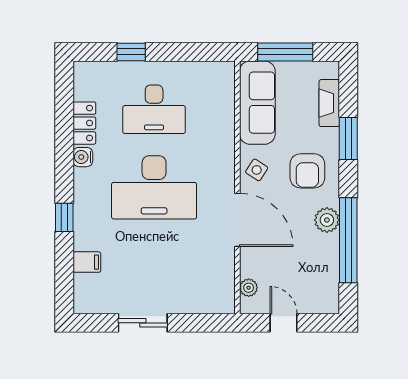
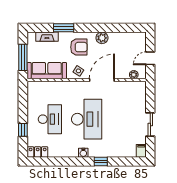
locker: (84, 123) -> (38, 152), moved
water cooler: (83, 157) -> (83, 153), moved
window: (348, 240) -> (111, 28), removed
filing cabinet: (87, 262) -> (141, 151), moved

